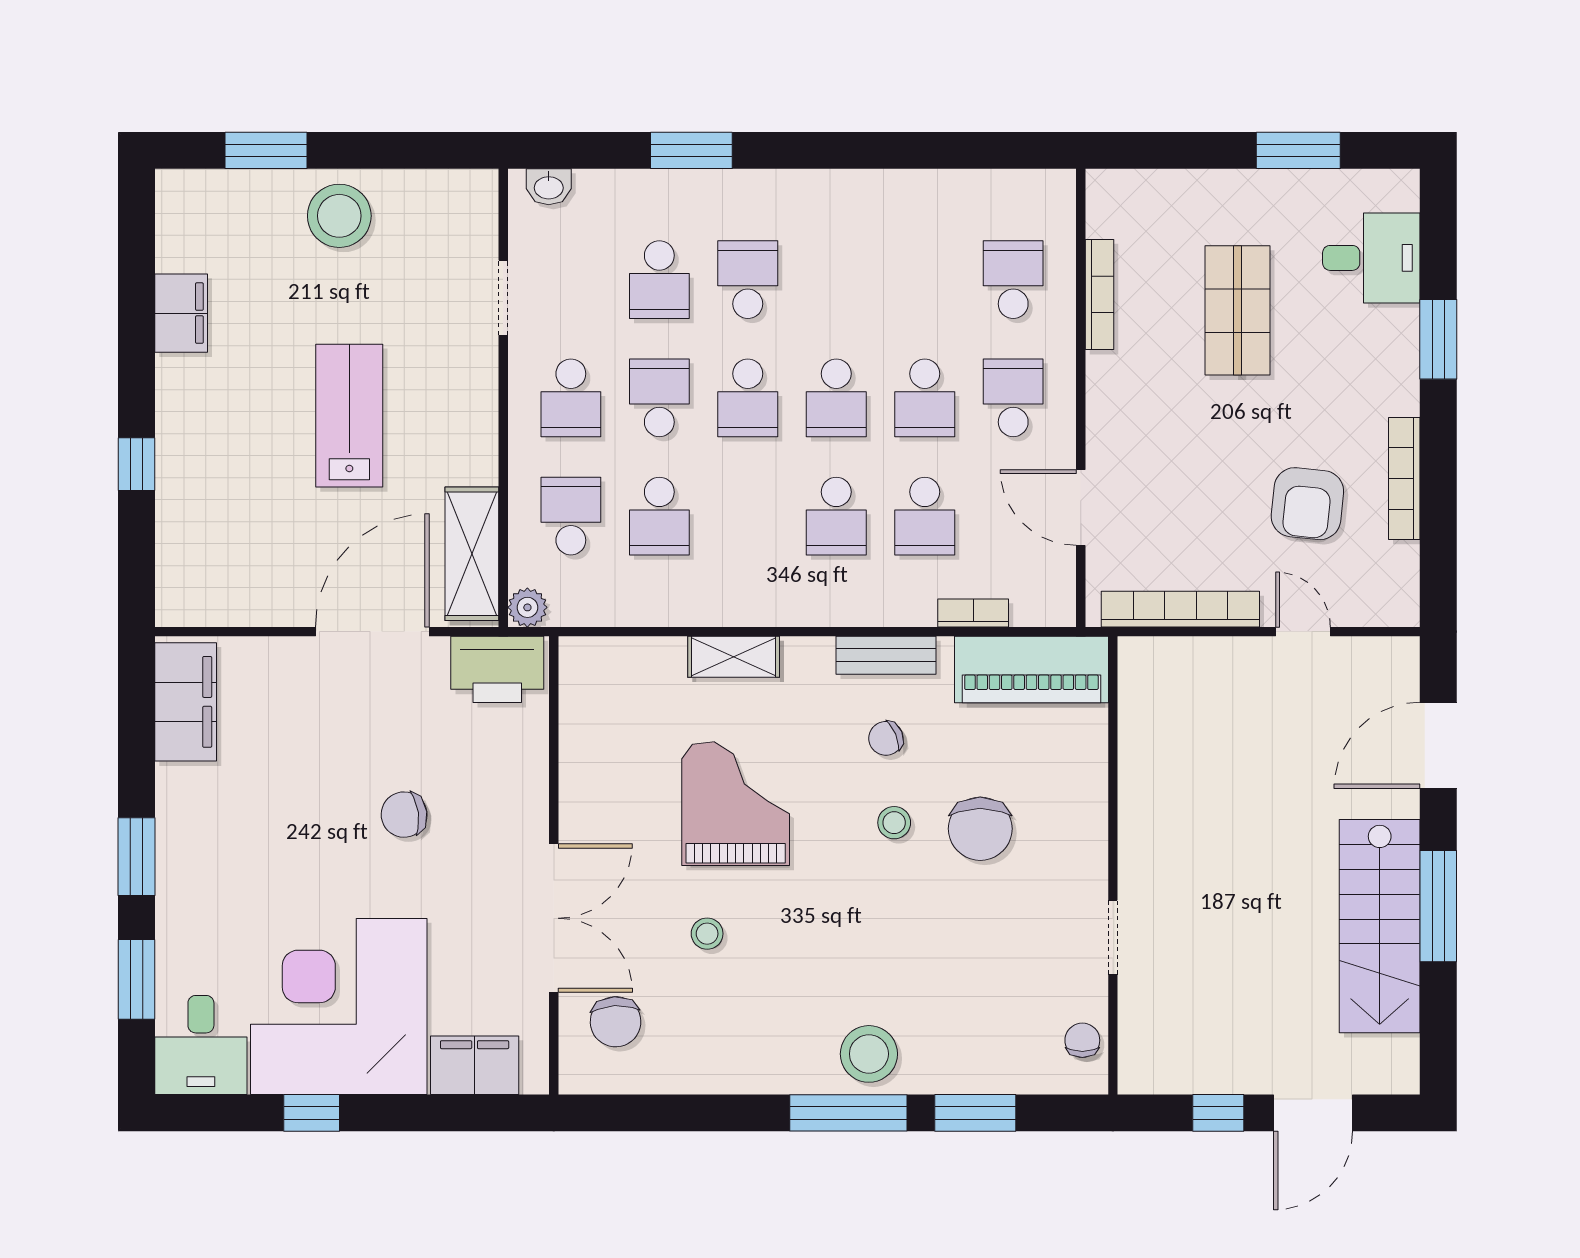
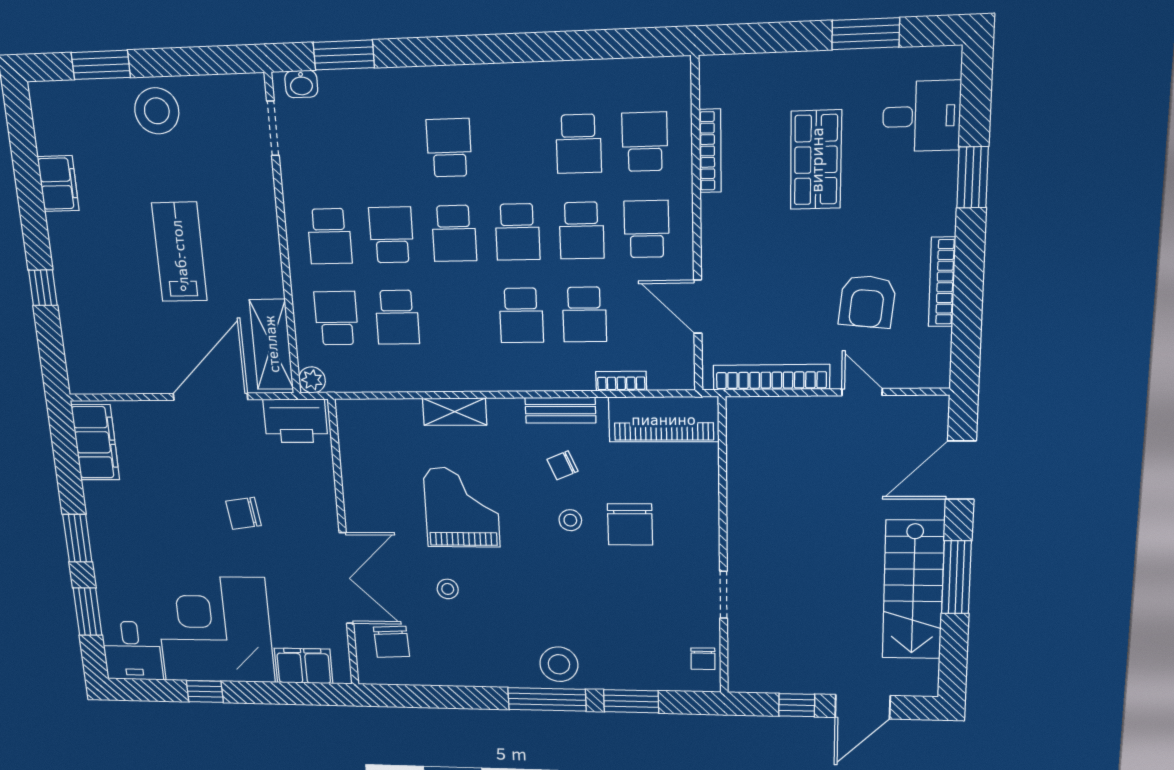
window: (691, 150) -> (344, 55), moved
school desk: (659, 280) -> (579, 144), moved
doorway: (503, 298) -> (273, 128), moved
chair: (1082, 1040) -> (703, 659), turned 180

